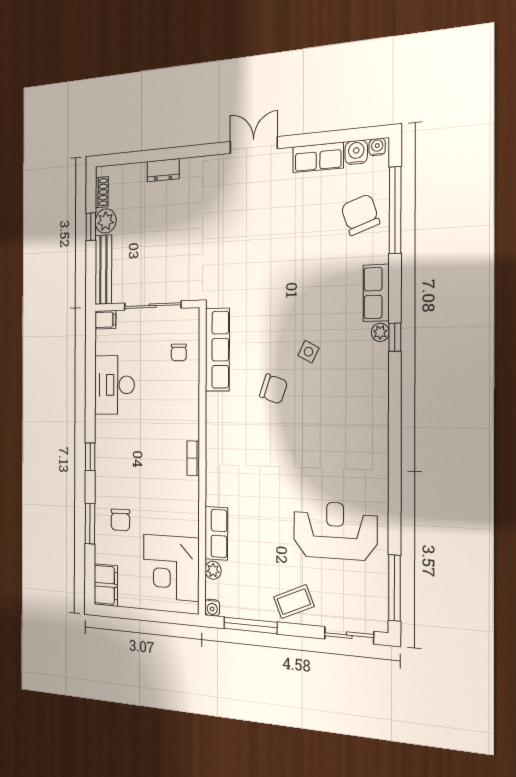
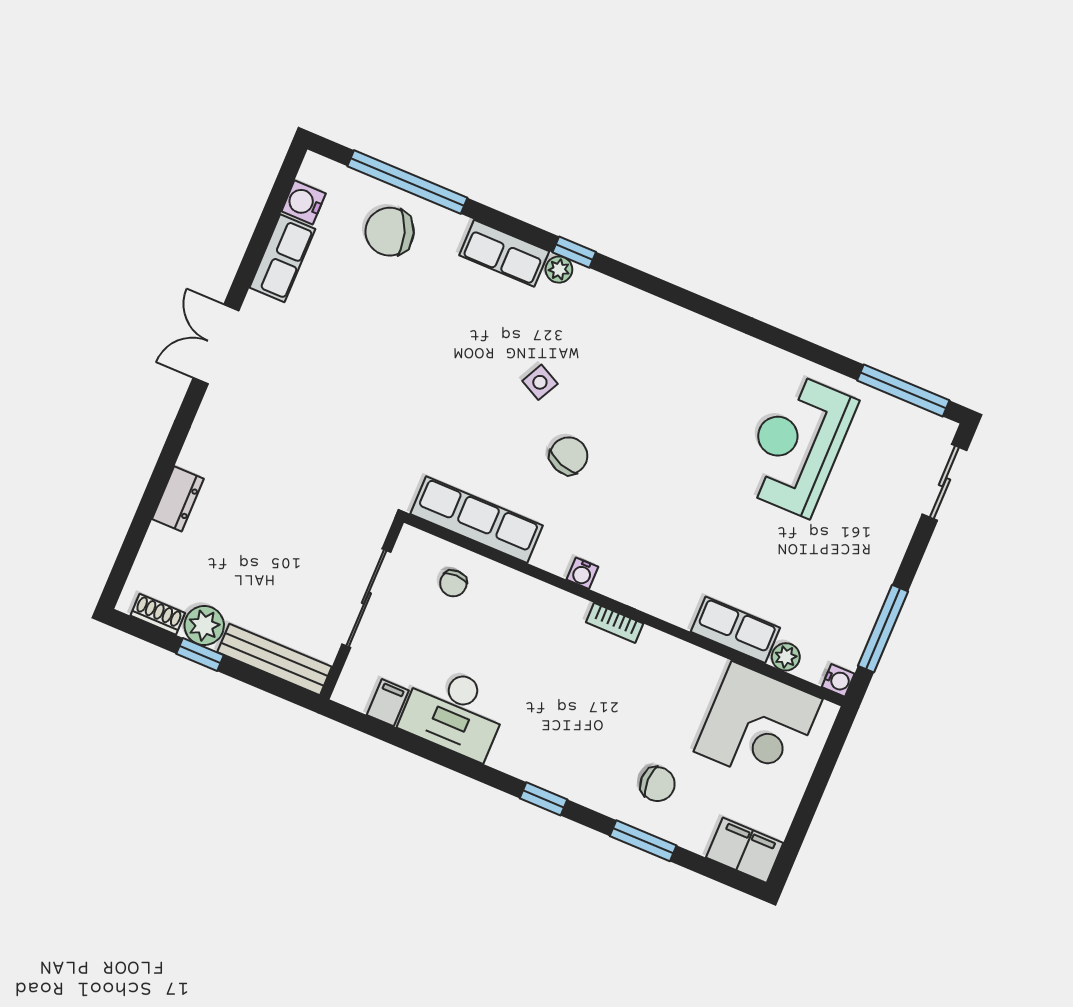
water cooler: (377, 147) -> (582, 573), moved, turned -90
filing cabinet: (105, 320) -> (388, 703), moved
chair: (179, 352) -> (453, 583), turned 90
coffee table: (294, 602) -> (872, 547), removed

